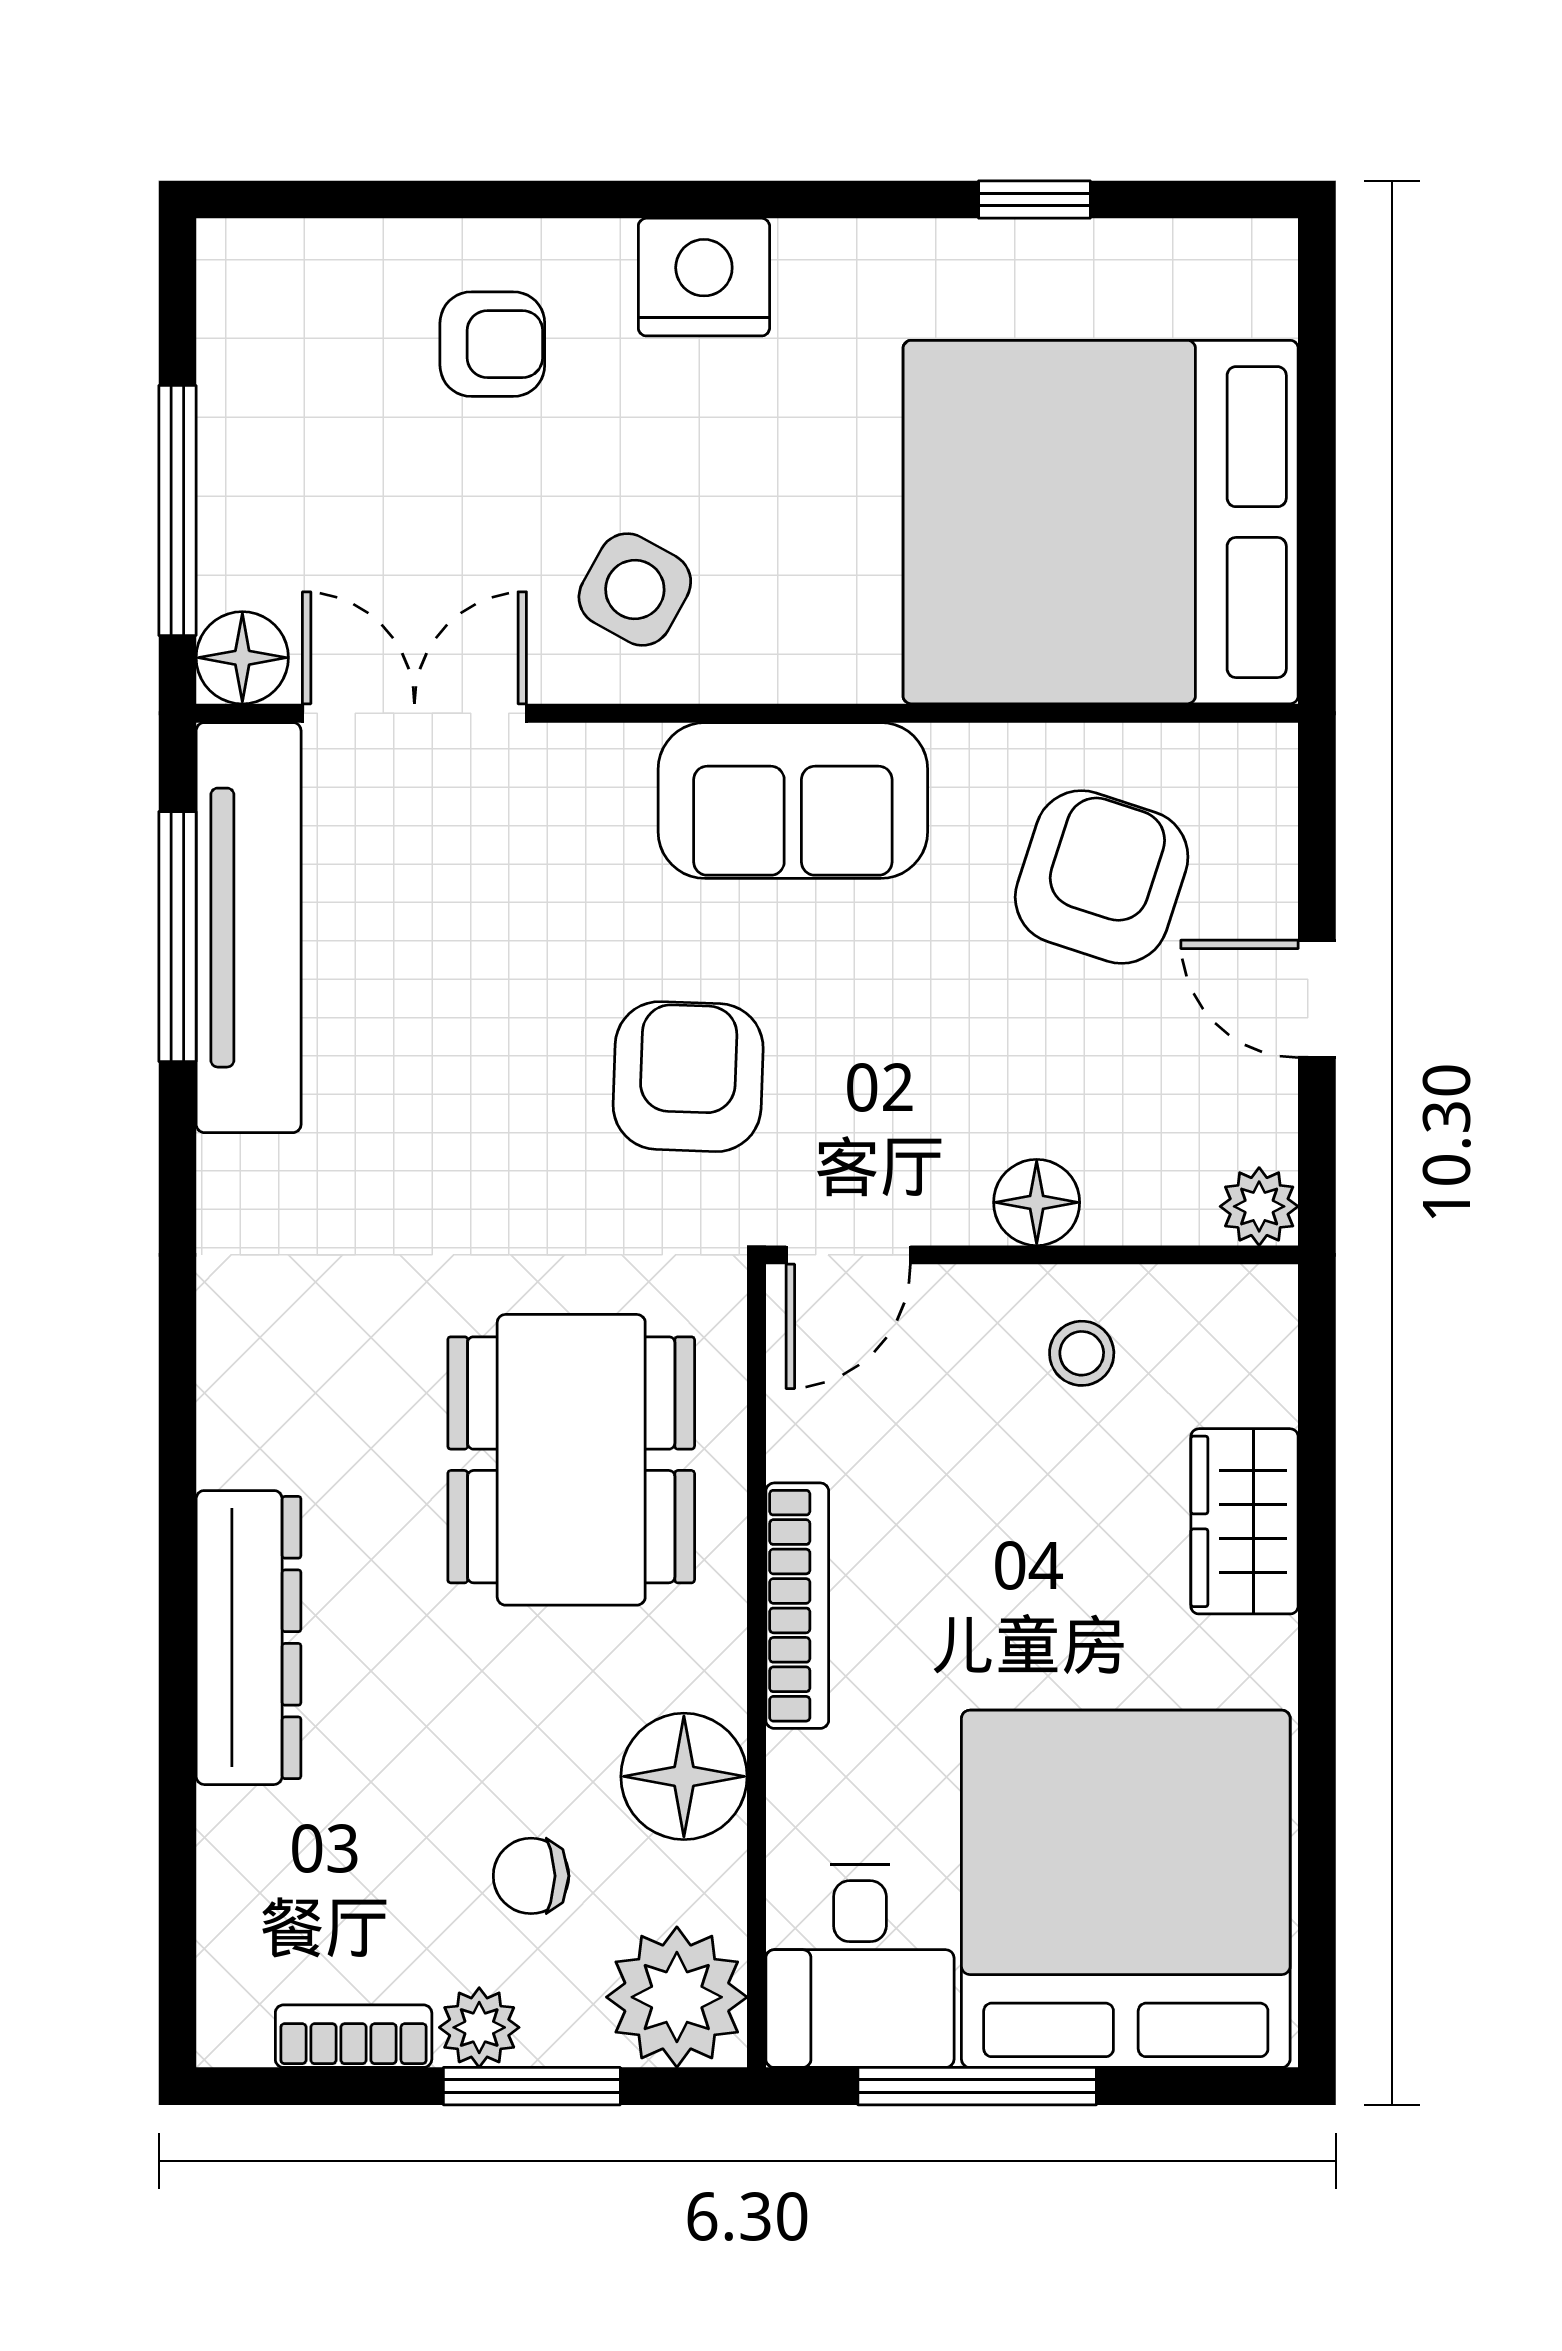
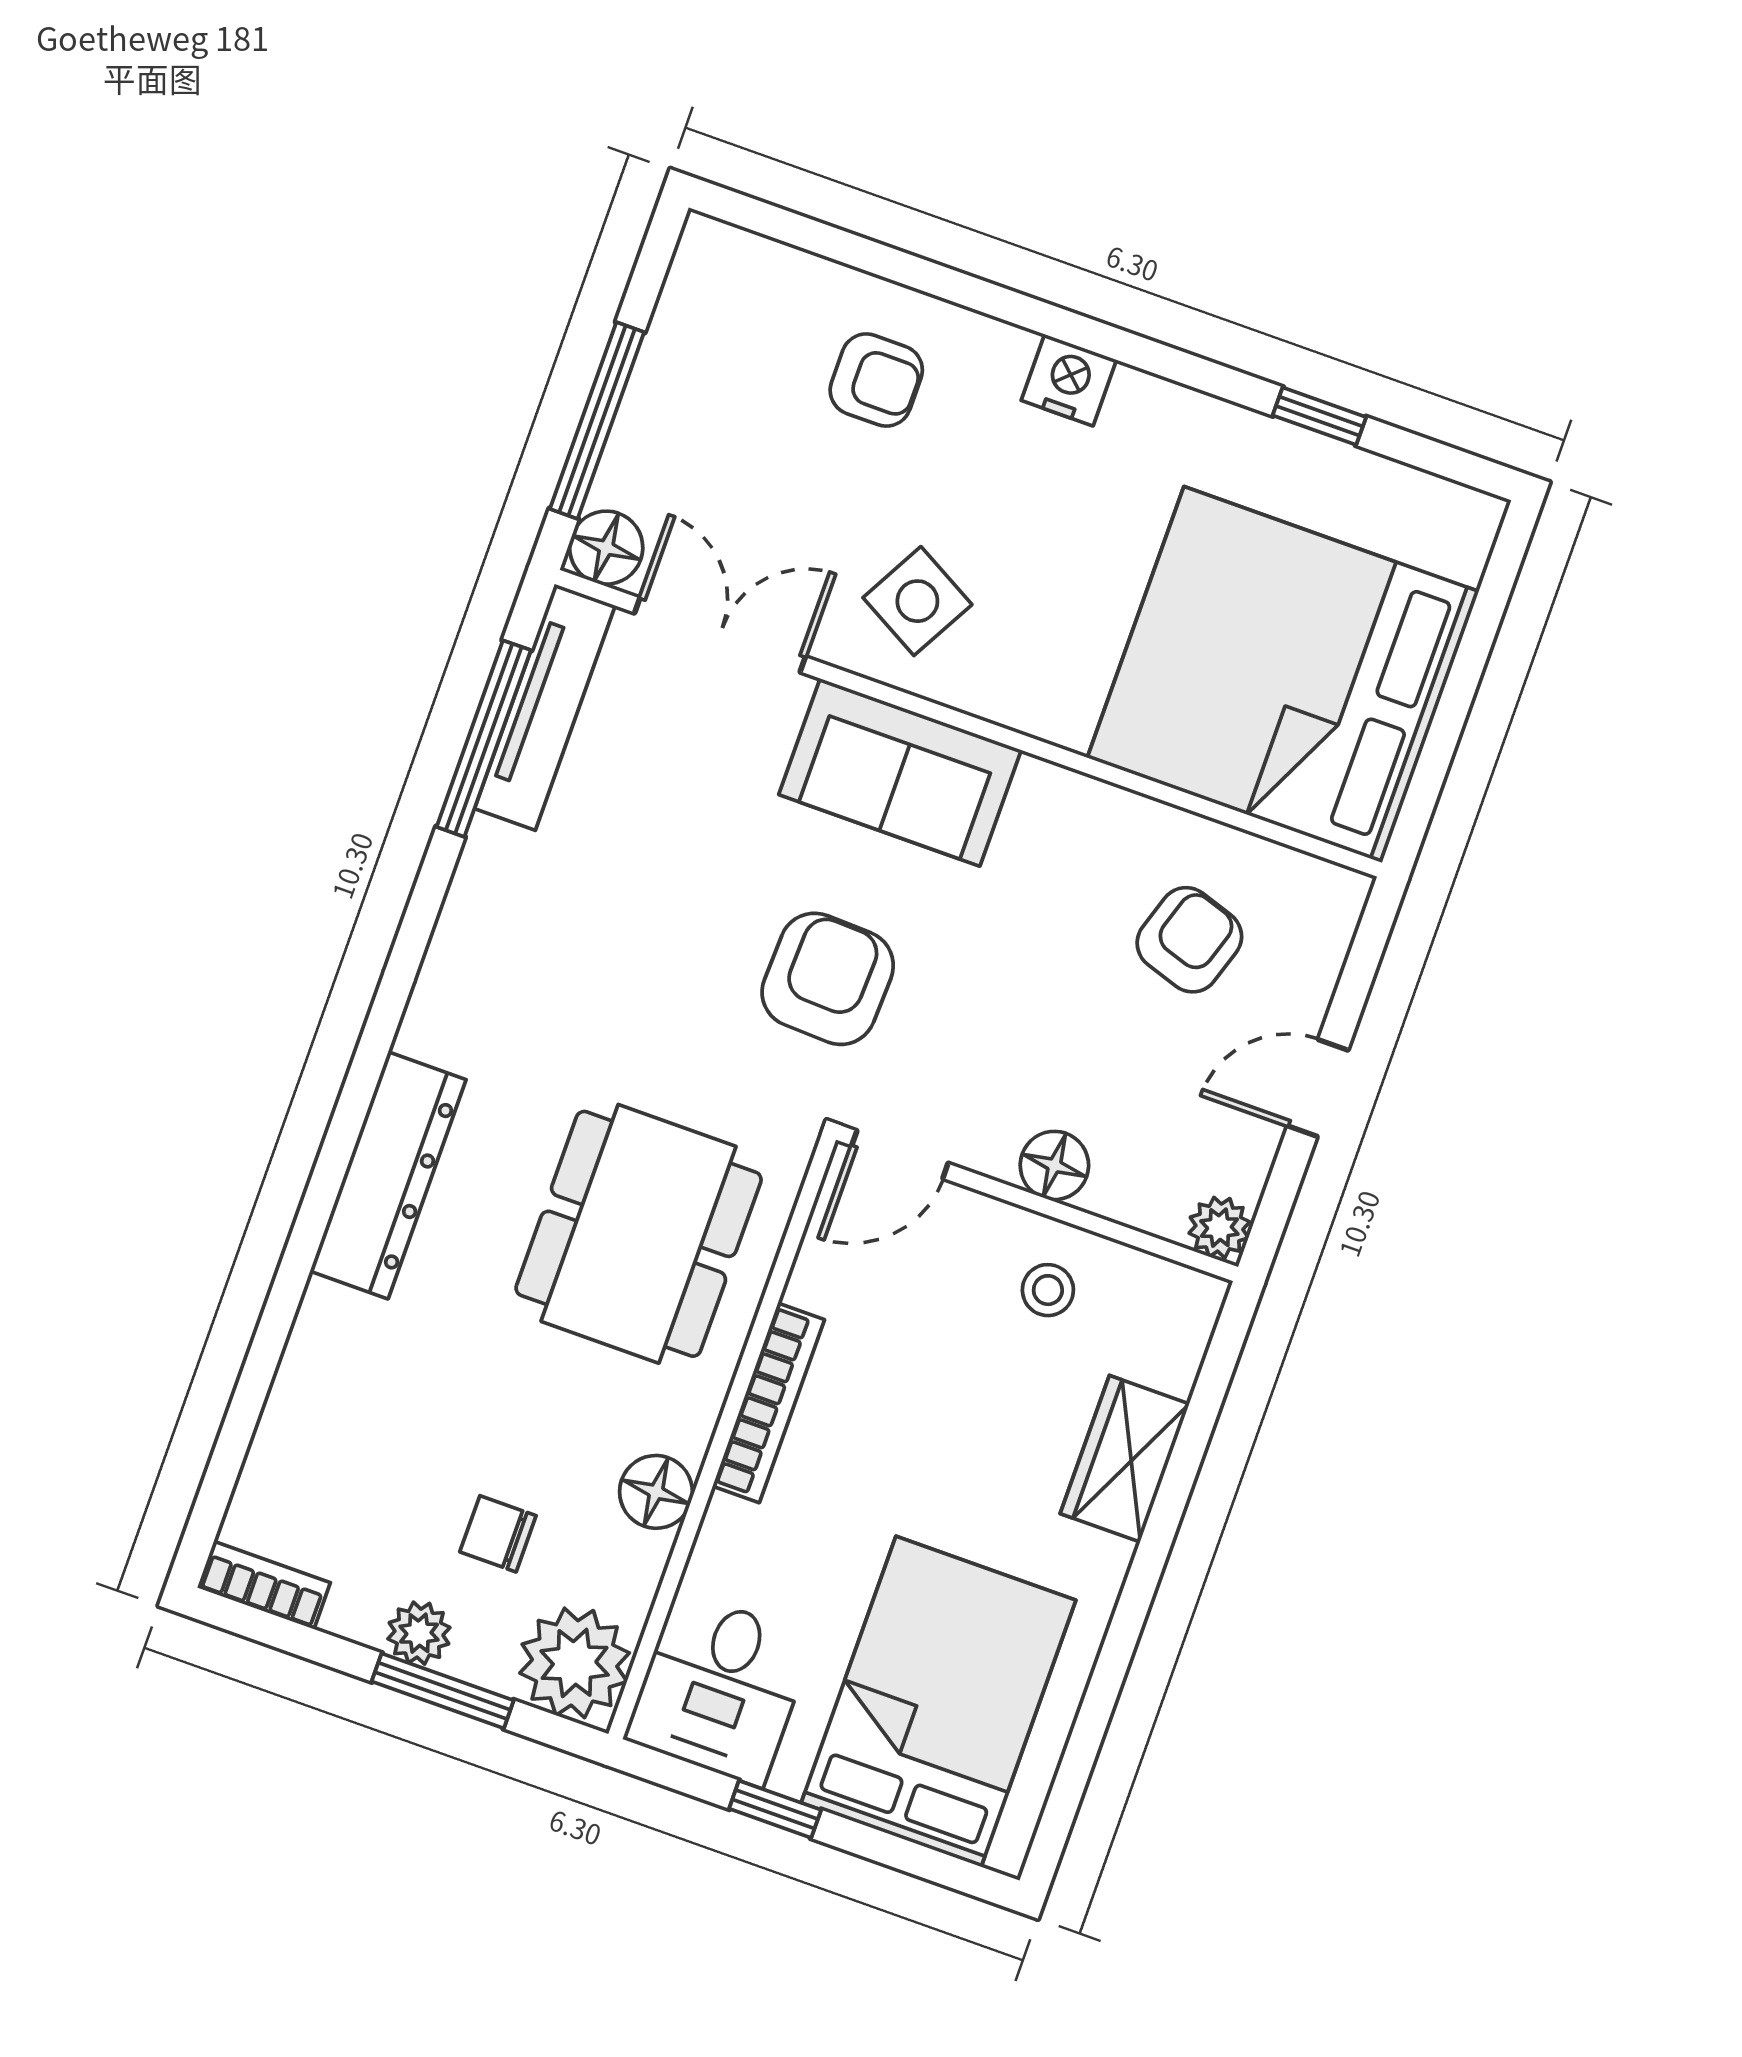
nightstand: (704, 277) -> (1069, 380), width x0.74, depth x0.75
sofa: (793, 800) -> (900, 772), moved
armchair: (1102, 877) -> (1189, 940), width x0.72, depth x0.72
tv unit: (249, 928) -> (545, 707), width x0.73, depth x0.78
door: (1317, 999) -> (1318, 1088), hinge flipped
dresser: (249, 1638) -> (388, 1175), moved
floor lamp: (684, 1776) -> (656, 1492), width x0.73, depth x0.73
bed: (1126, 1889) -> (939, 1702), width x0.73
bookcase: (354, 2036) -> (264, 1585), moved
window: (977, 2086) -> (775, 1809), width x0.46

